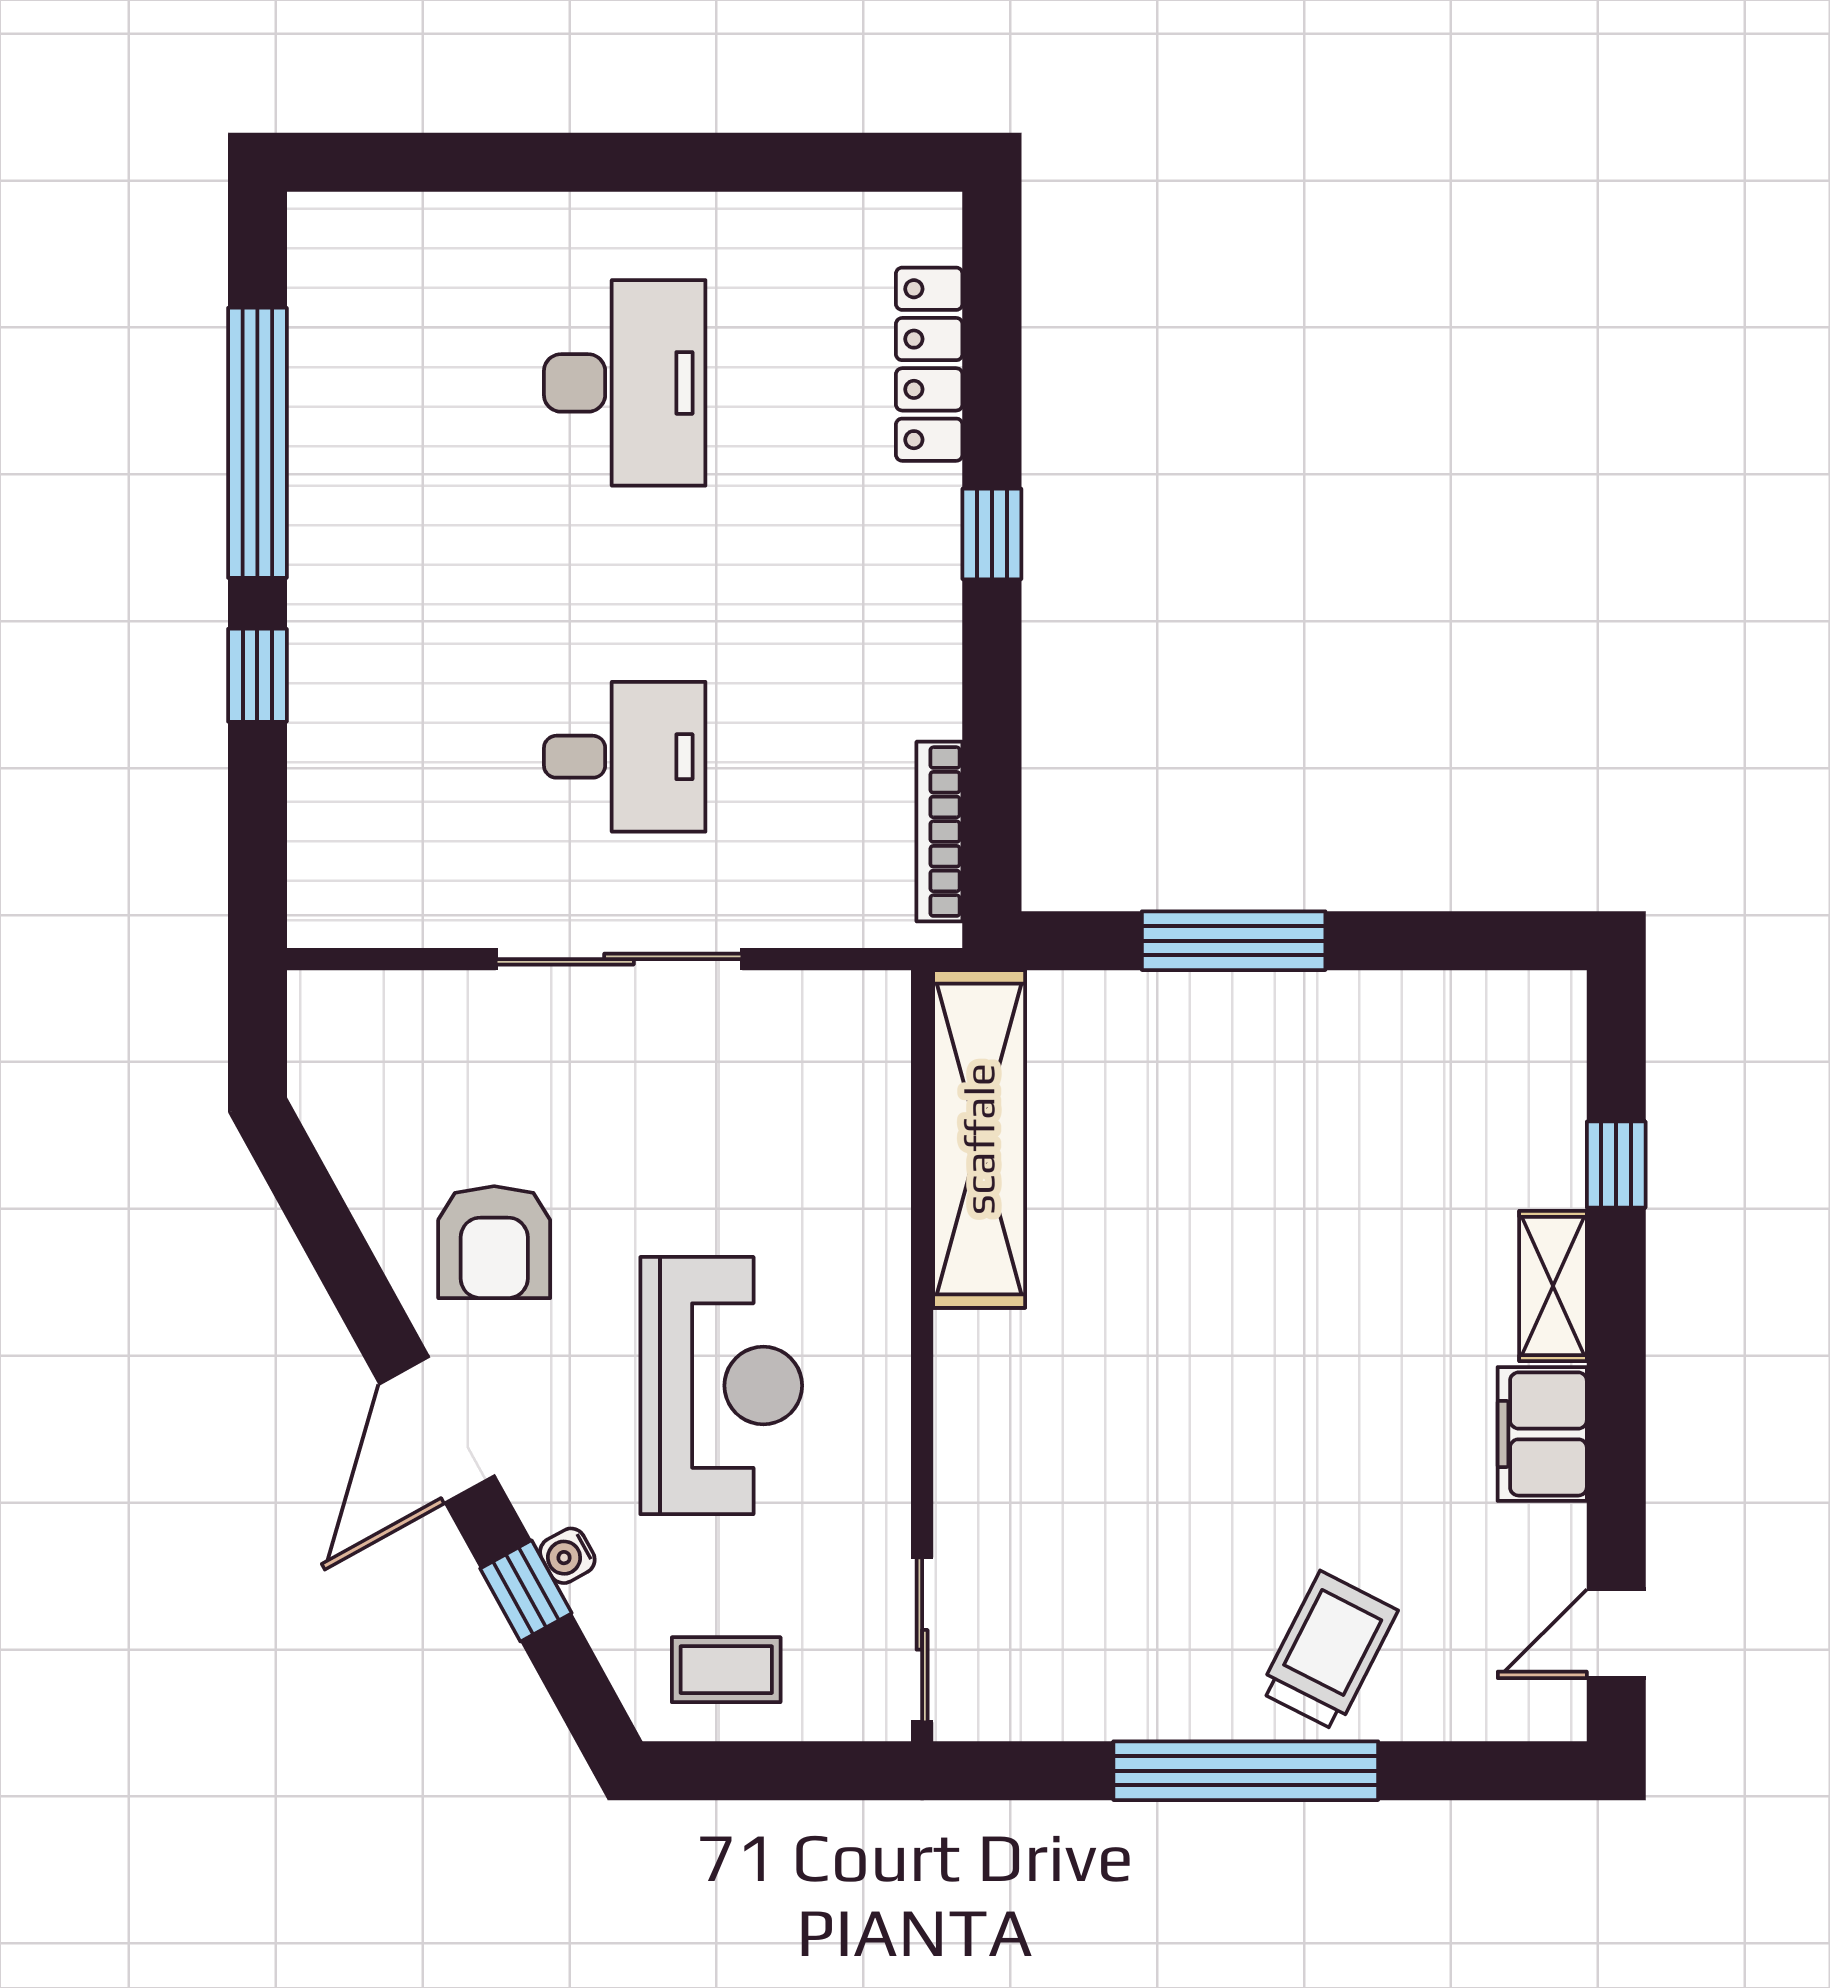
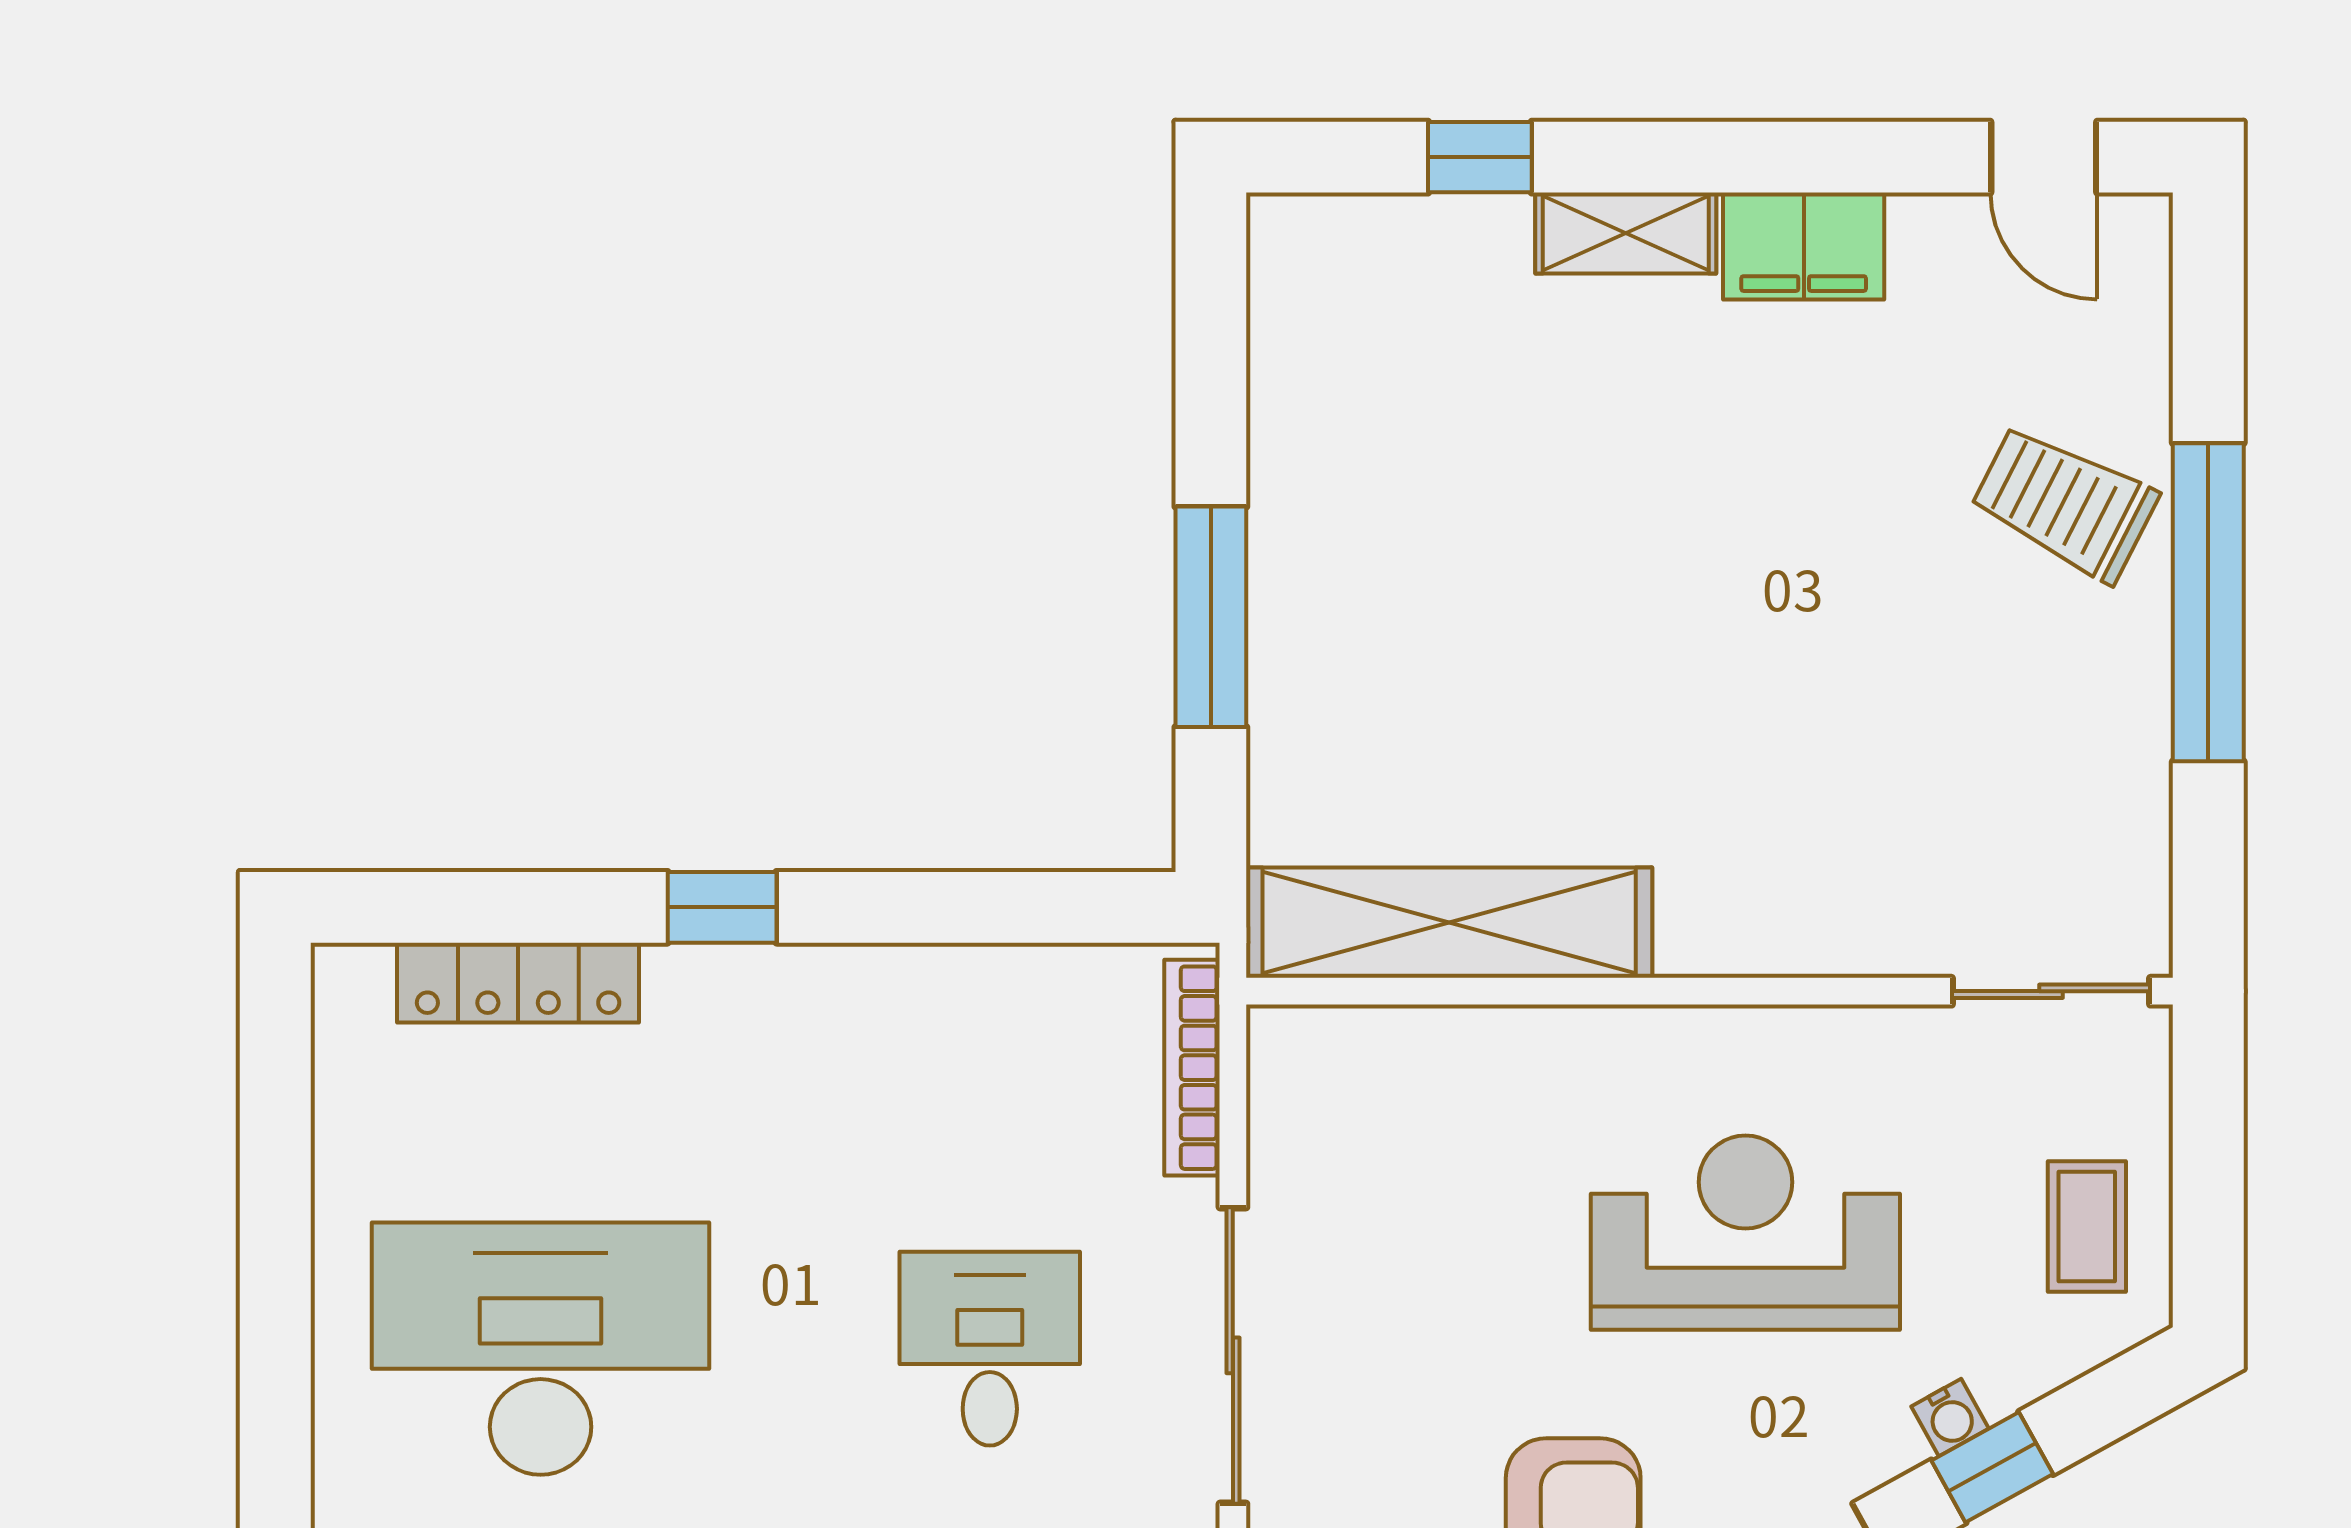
desk: (625, 383) -> (541, 1349), width x1.36, depth x1.30
bookcase: (939, 832) -> (1192, 1068), moved, turned 90

